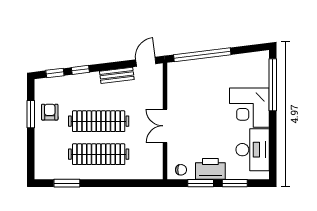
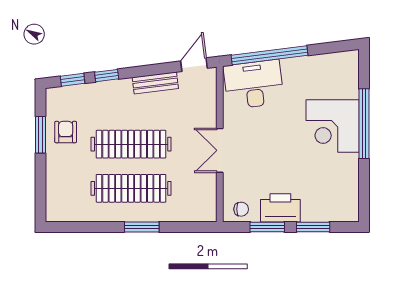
window: (273, 85) -> (364, 124), moved
desk: (253, 150) -> (254, 84), moved, turned -97
window: (67, 183) -> (142, 227), moved

